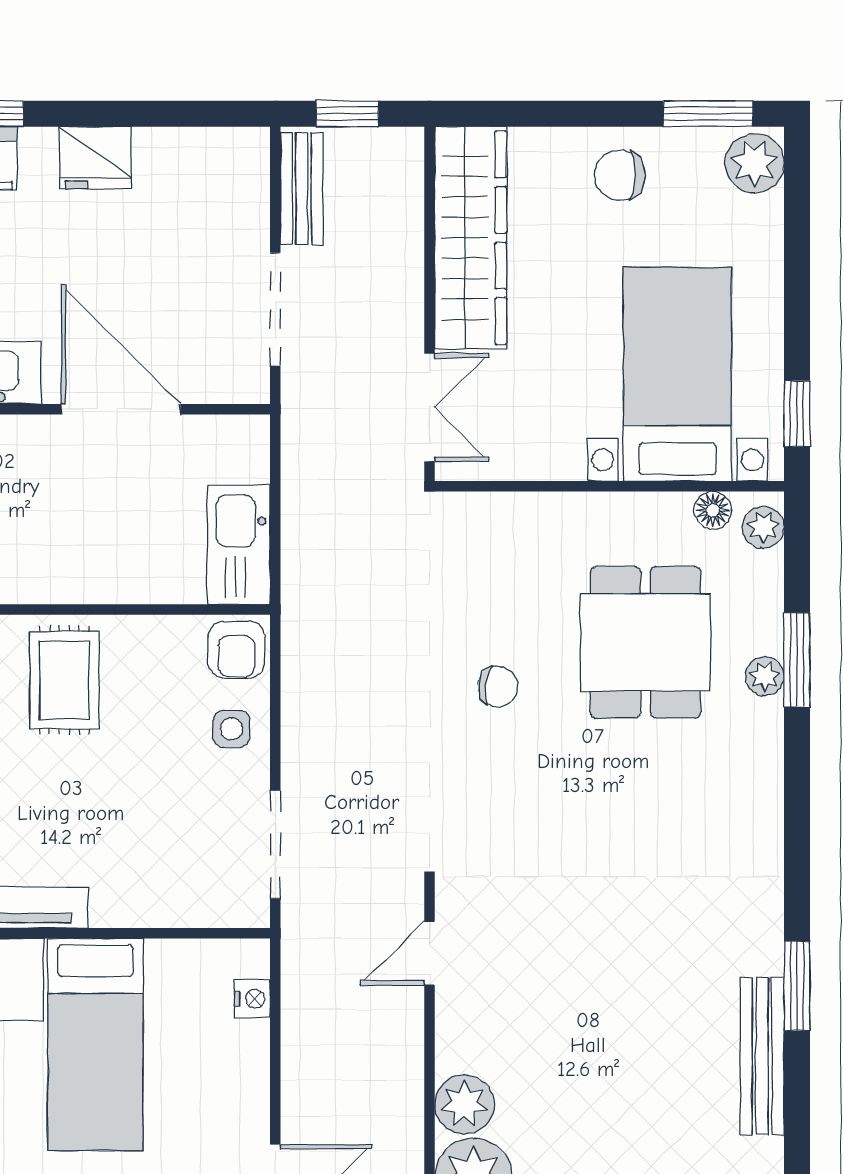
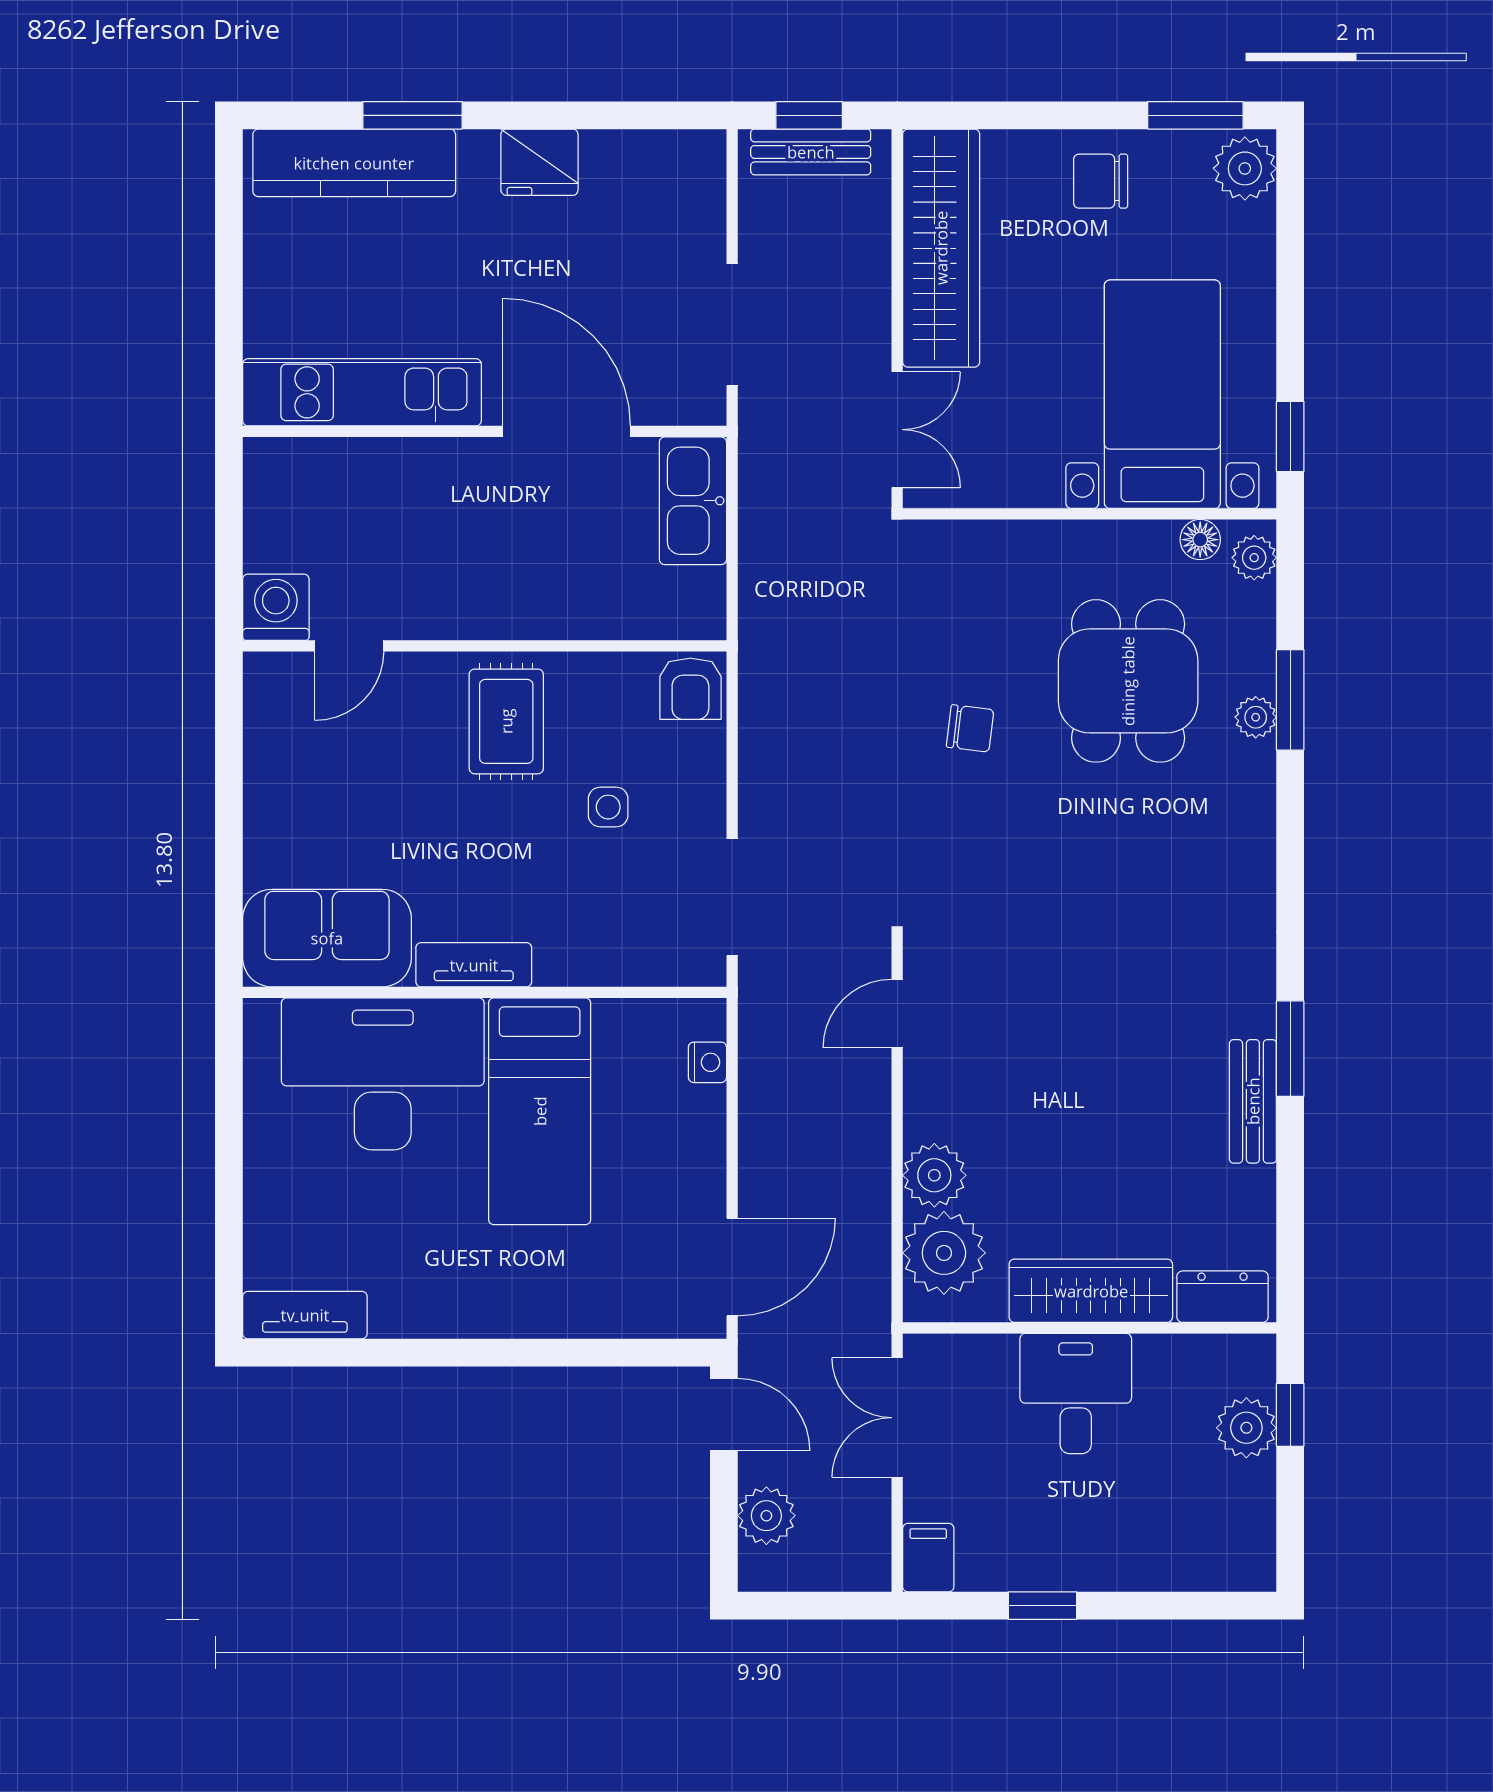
bench: (302, 188) -> (811, 152), moved, turned 90
kitchen sink: (239, 545) -> (693, 501), moved
side table: (231, 729) -> (608, 807), moved
bench: (762, 1056) -> (1253, 1101), width x0.73

